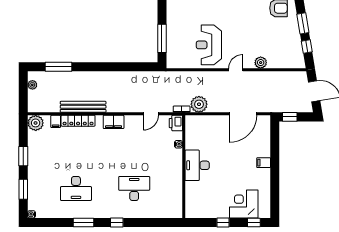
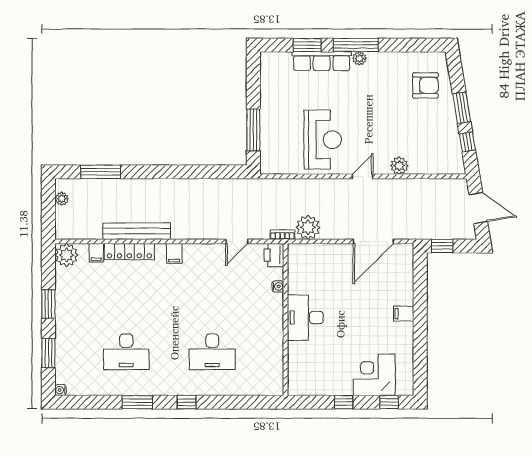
reception desk: (209, 45) -> (323, 140), turned 180
filing cabinet: (114, 122) -> (174, 253), width x0.50
desk: (134, 188) -> (212, 352), turned 180

